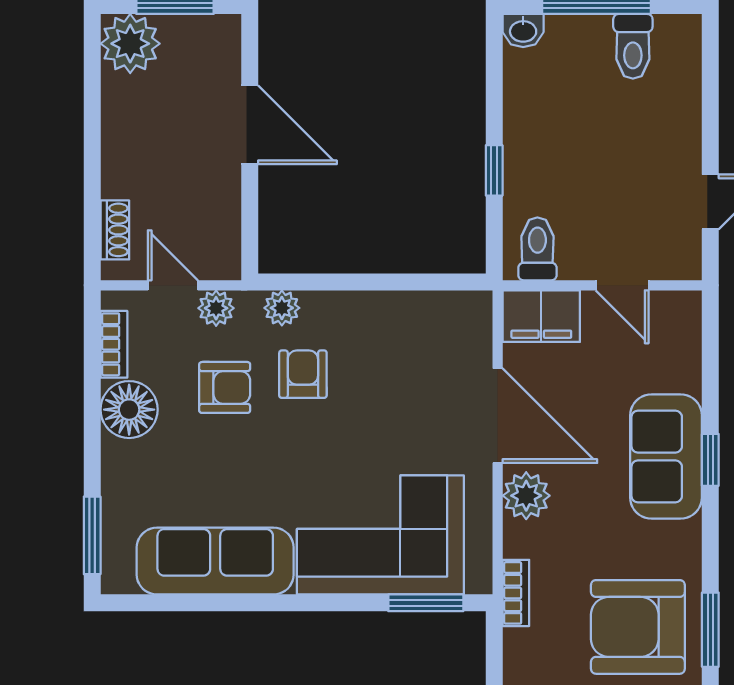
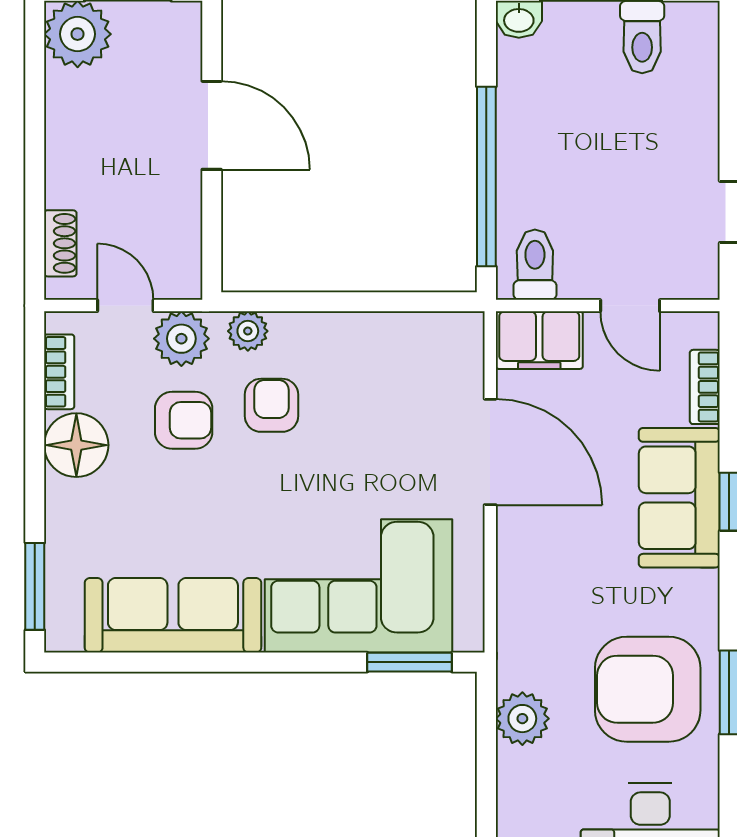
window: (494, 170) -> (486, 176), width x3.17
plant: (216, 308) -> (181, 339), width x1.38, depth x1.38
plant: (526, 496) -> (522, 719), moved
bookcase: (516, 593) -> (705, 387), moved, turned 180

